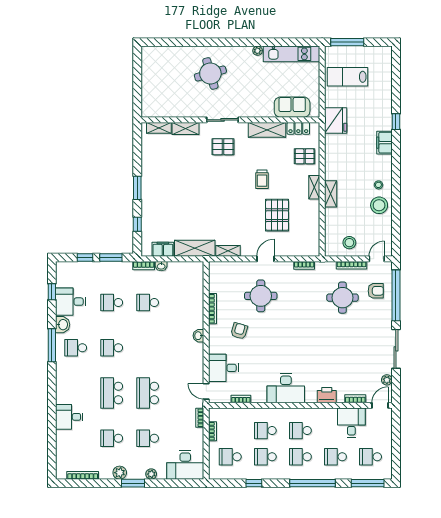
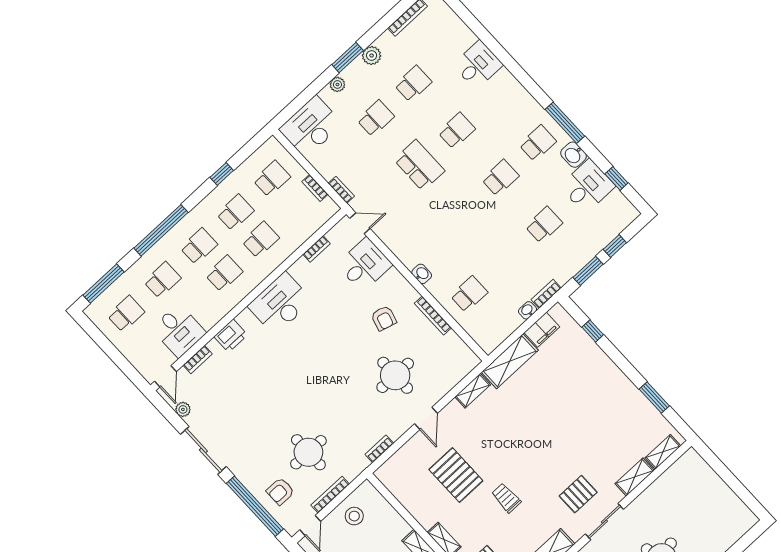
window: (137, 188) -> (654, 397), moved
school desk: (148, 302) -> (469, 294), moved
school desk: (112, 393) -> (457, 131), width x0.54

